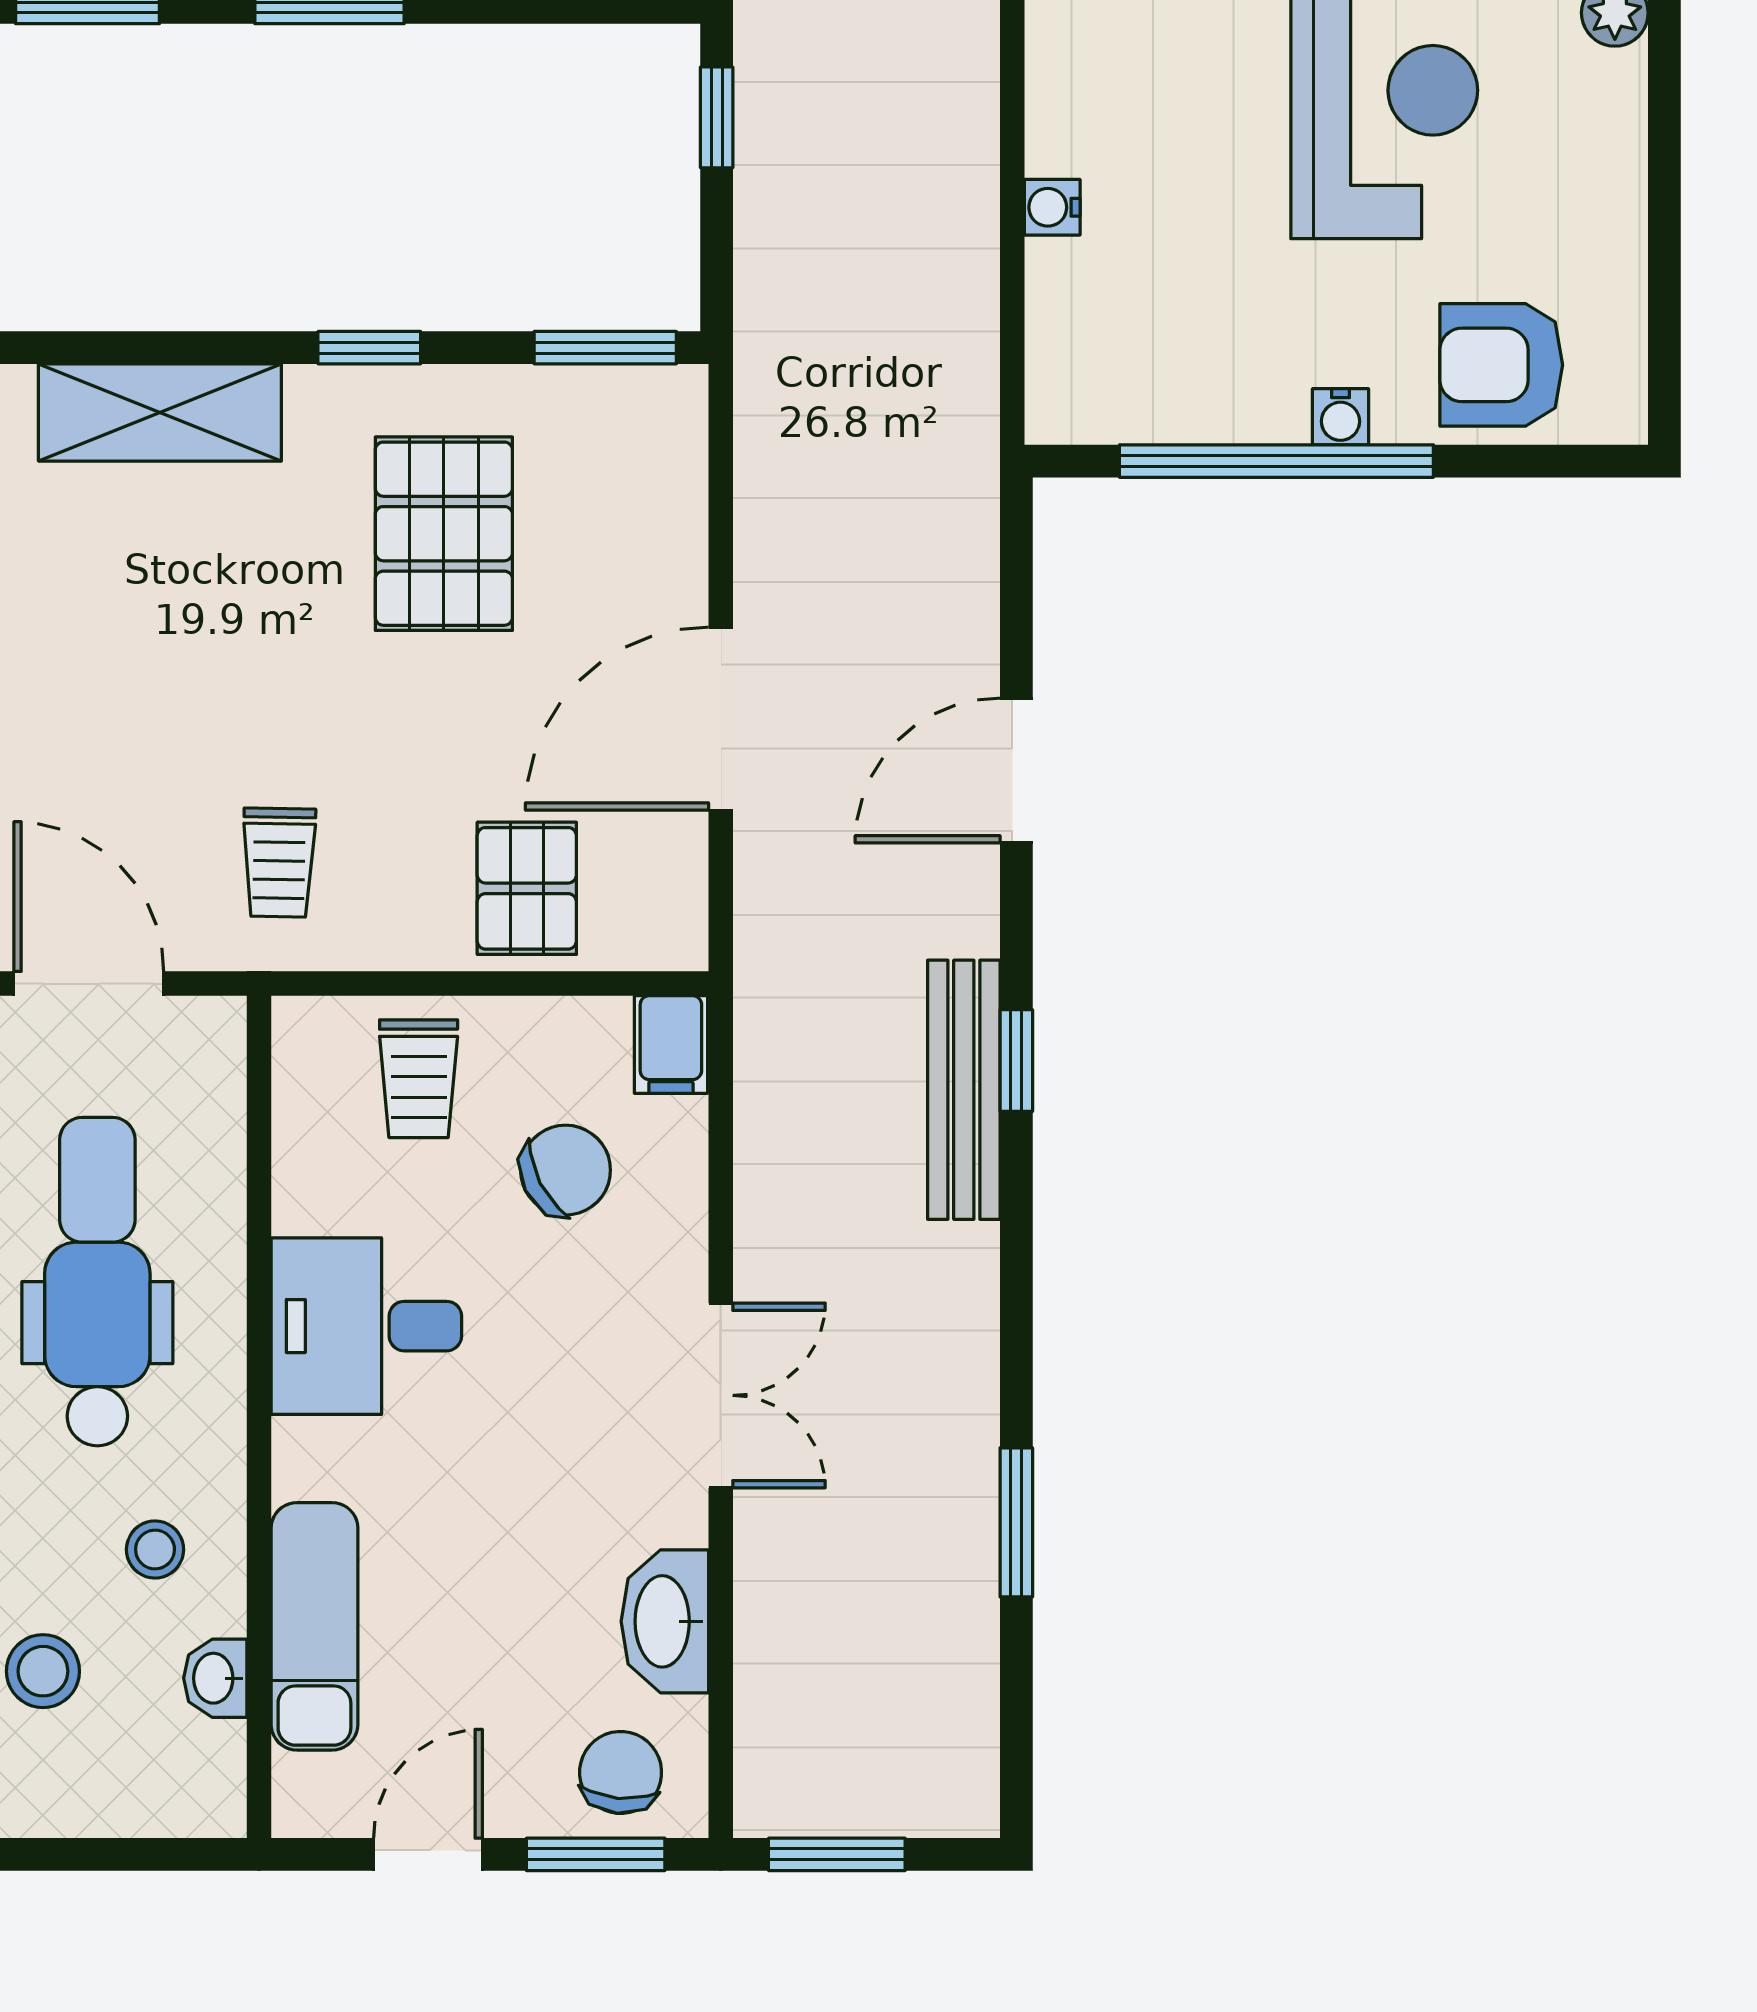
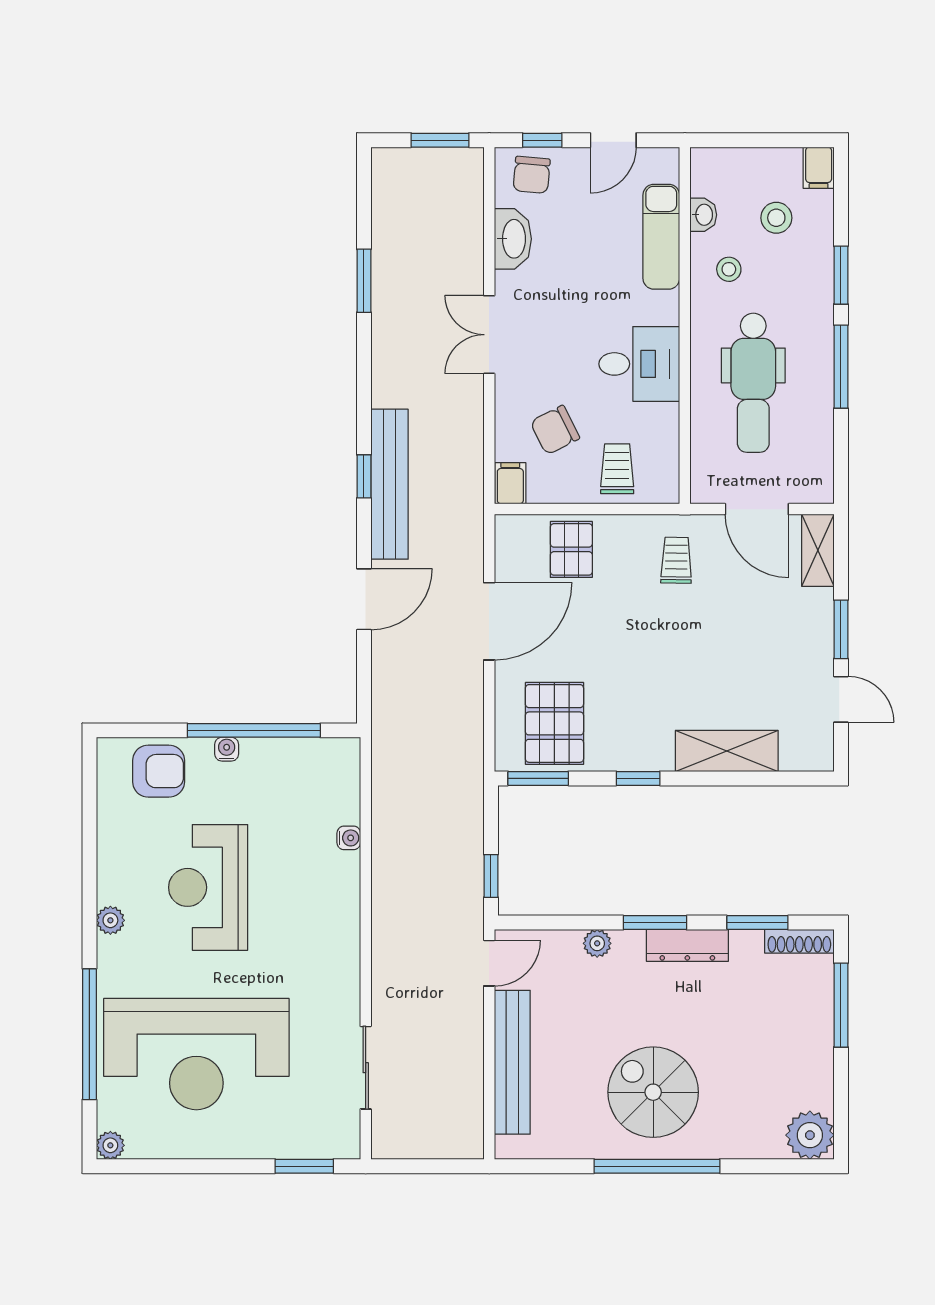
pallet: (444, 534) -> (554, 723), moved
bench: (964, 1090) -> (389, 484), width x1.37, depth x1.21
window: (596, 1854) -> (542, 140), width x0.67

